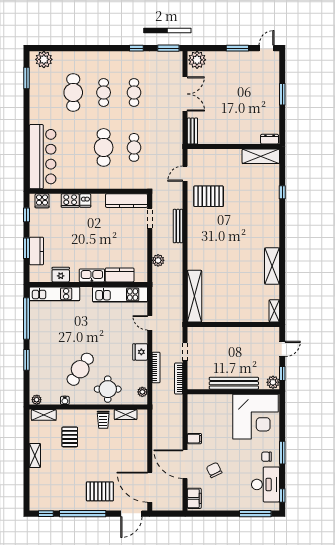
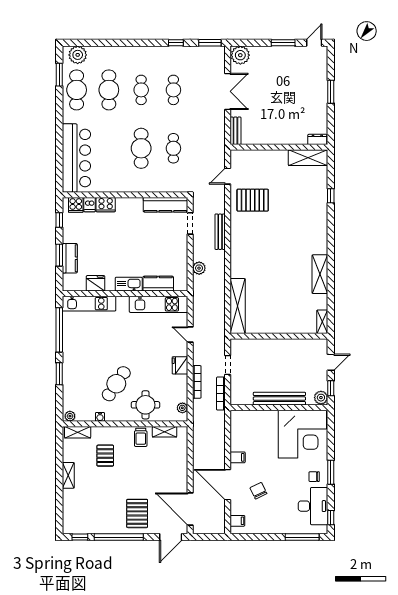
cafe table: (43, 92) -> (77, 90), added
dishwasher: (85, 200) -> (90, 205), moved
pallet: (100, 491) -> (137, 513), turned 90
filing cabinet: (194, 498) -> (237, 521), width x0.50

